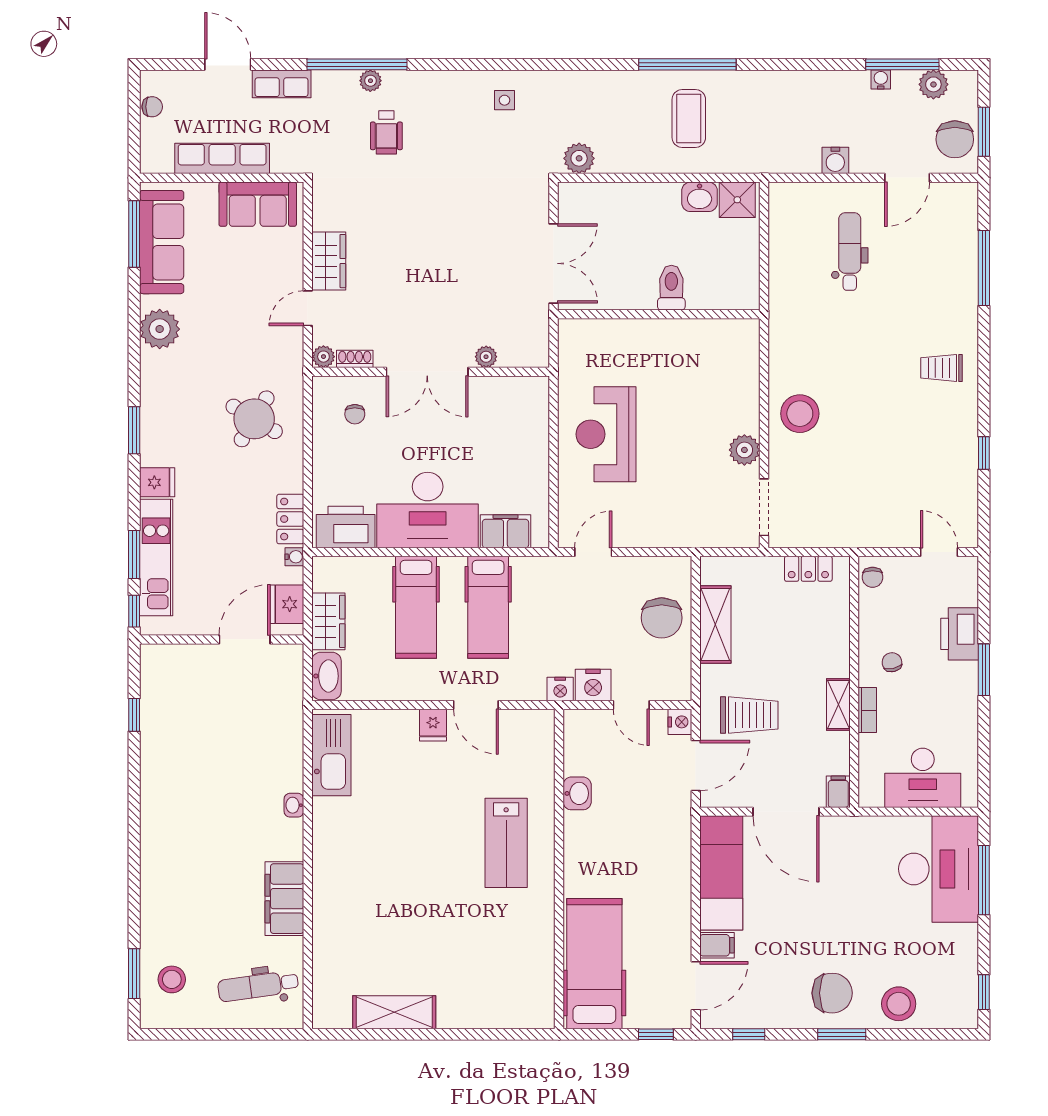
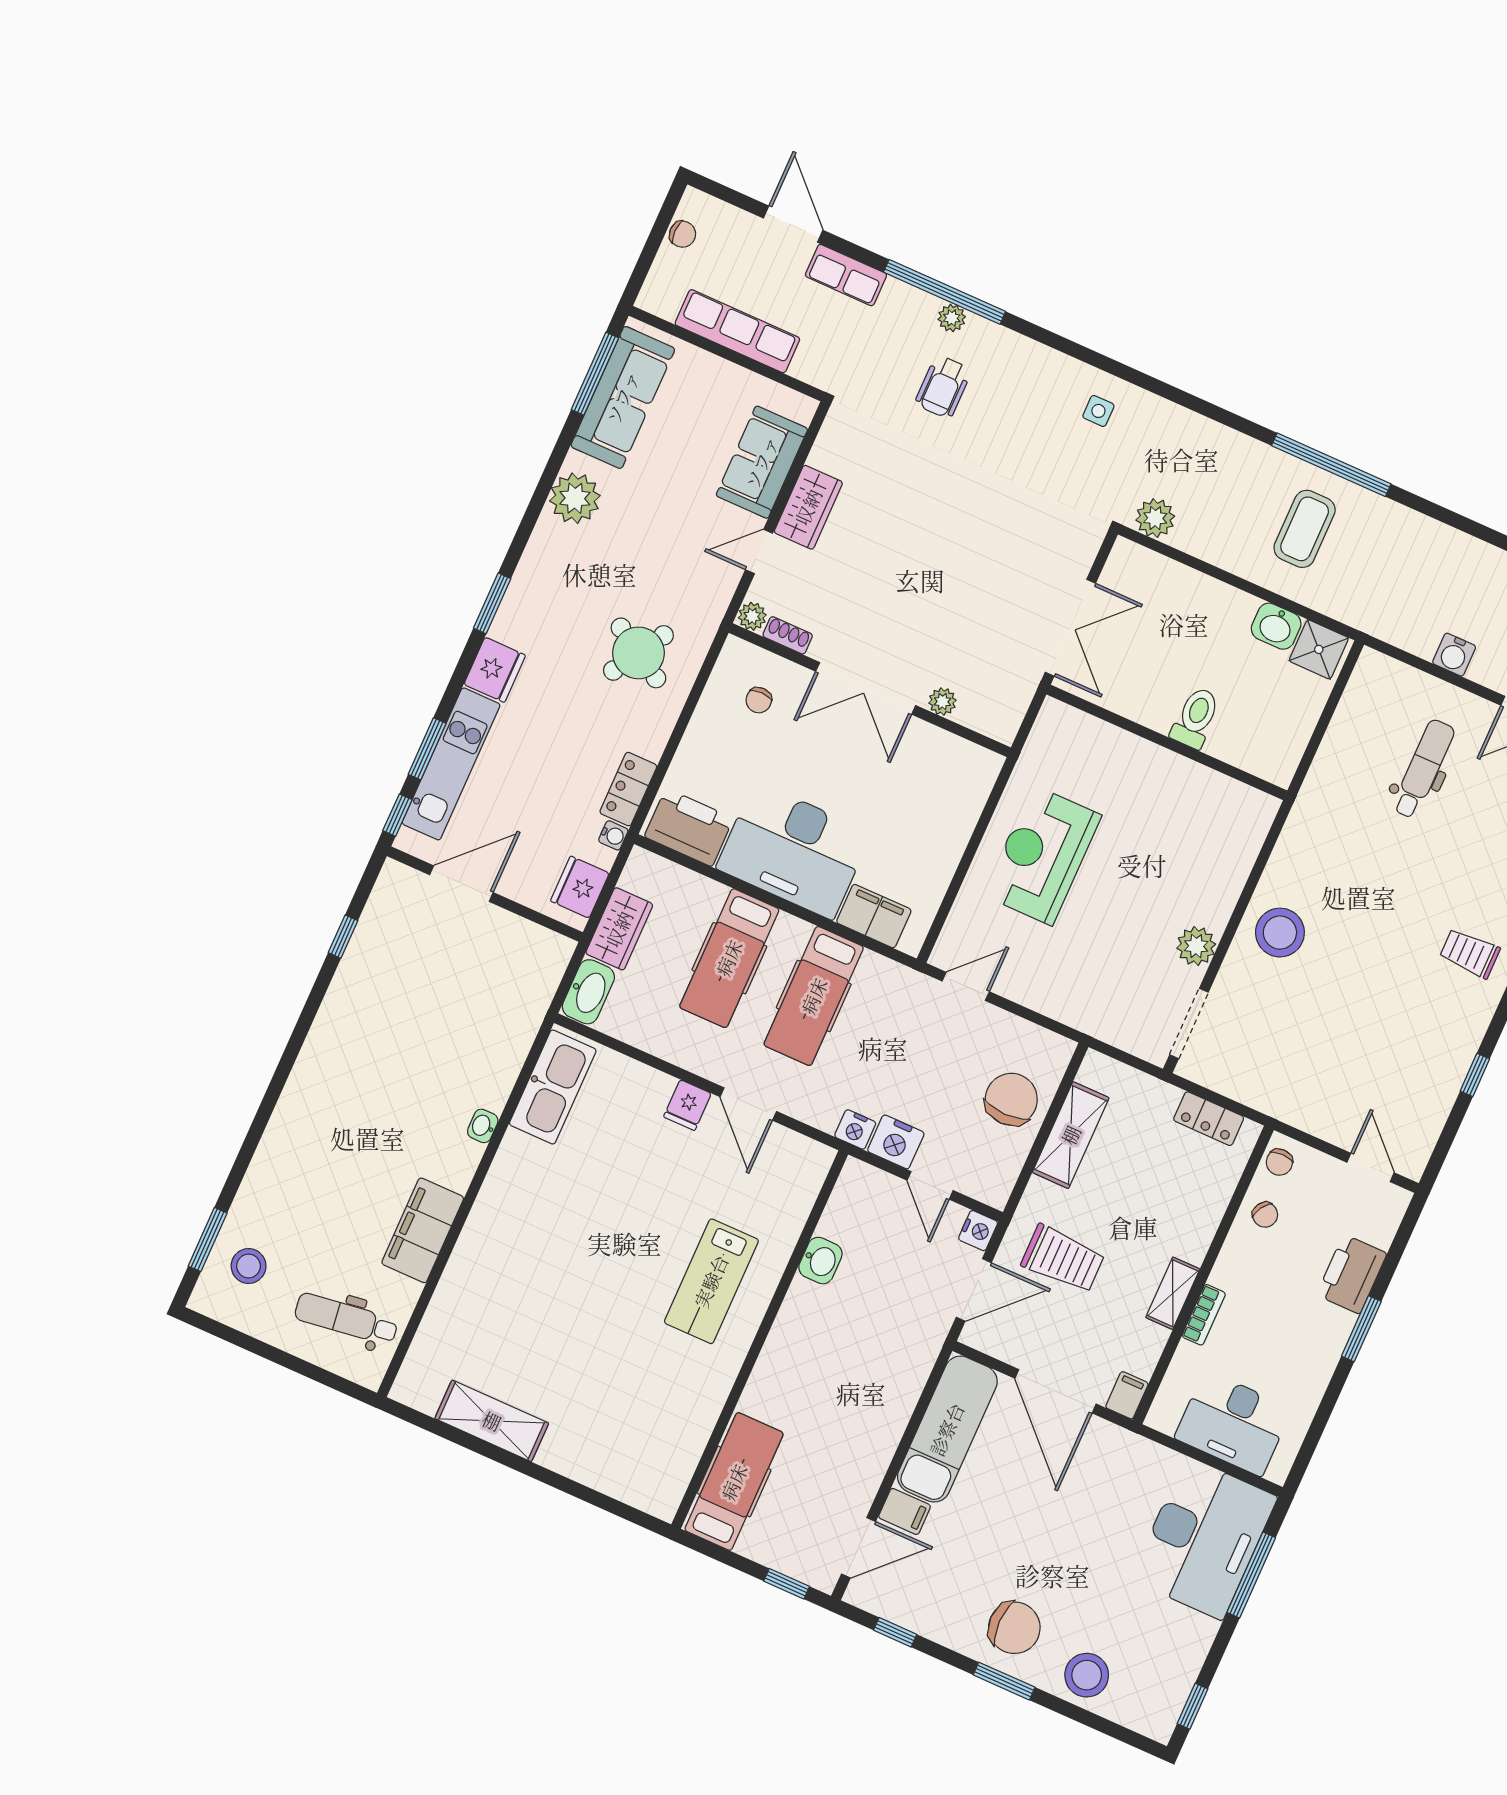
sofa: (258, 204) -> (762, 462), moved, turned 90
fridge: (157, 482) -> (495, 670), width x1.38
chair: (662, 618) -> (1011, 1099), turned 180
door: (245, 639) -> (461, 884), moved
chair: (892, 662) -> (1265, 1215), moved, turned 134
hospital bed: (594, 964) -> (734, 1482), width x0.73, depth x0.77

